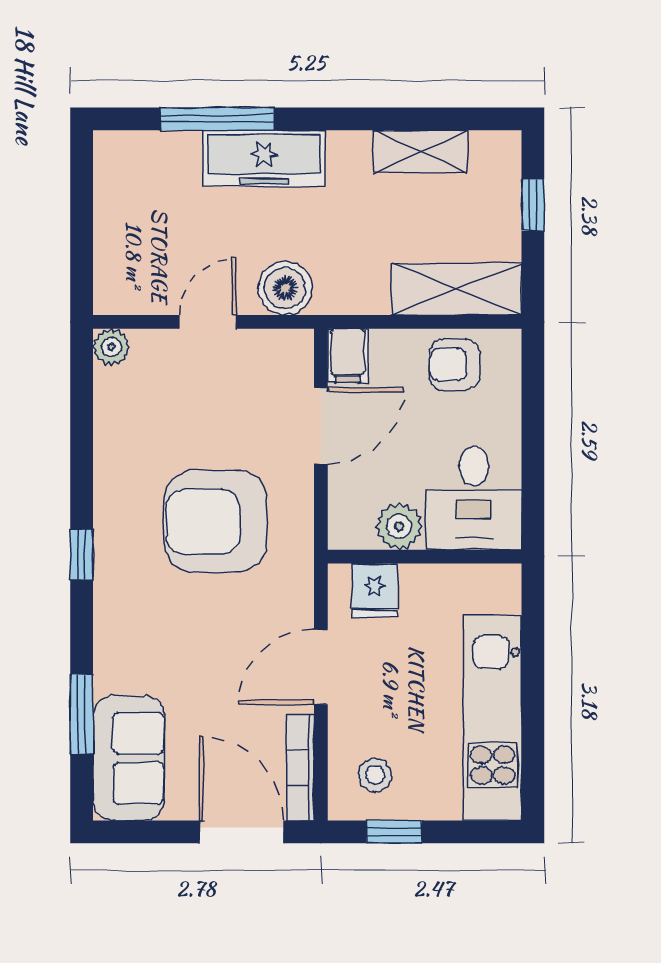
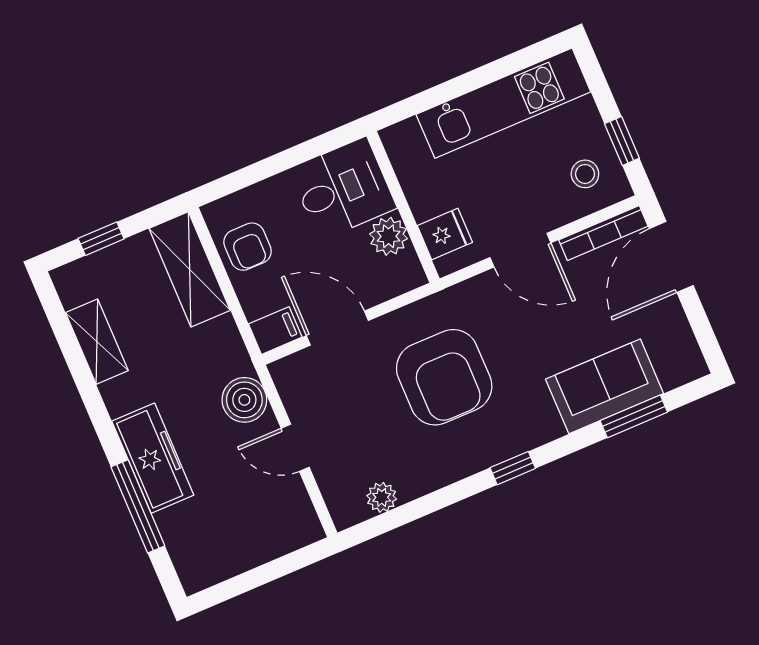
plant: (111, 347) -> (382, 497), moved
sofa: (129, 758) -> (605, 386), moved

